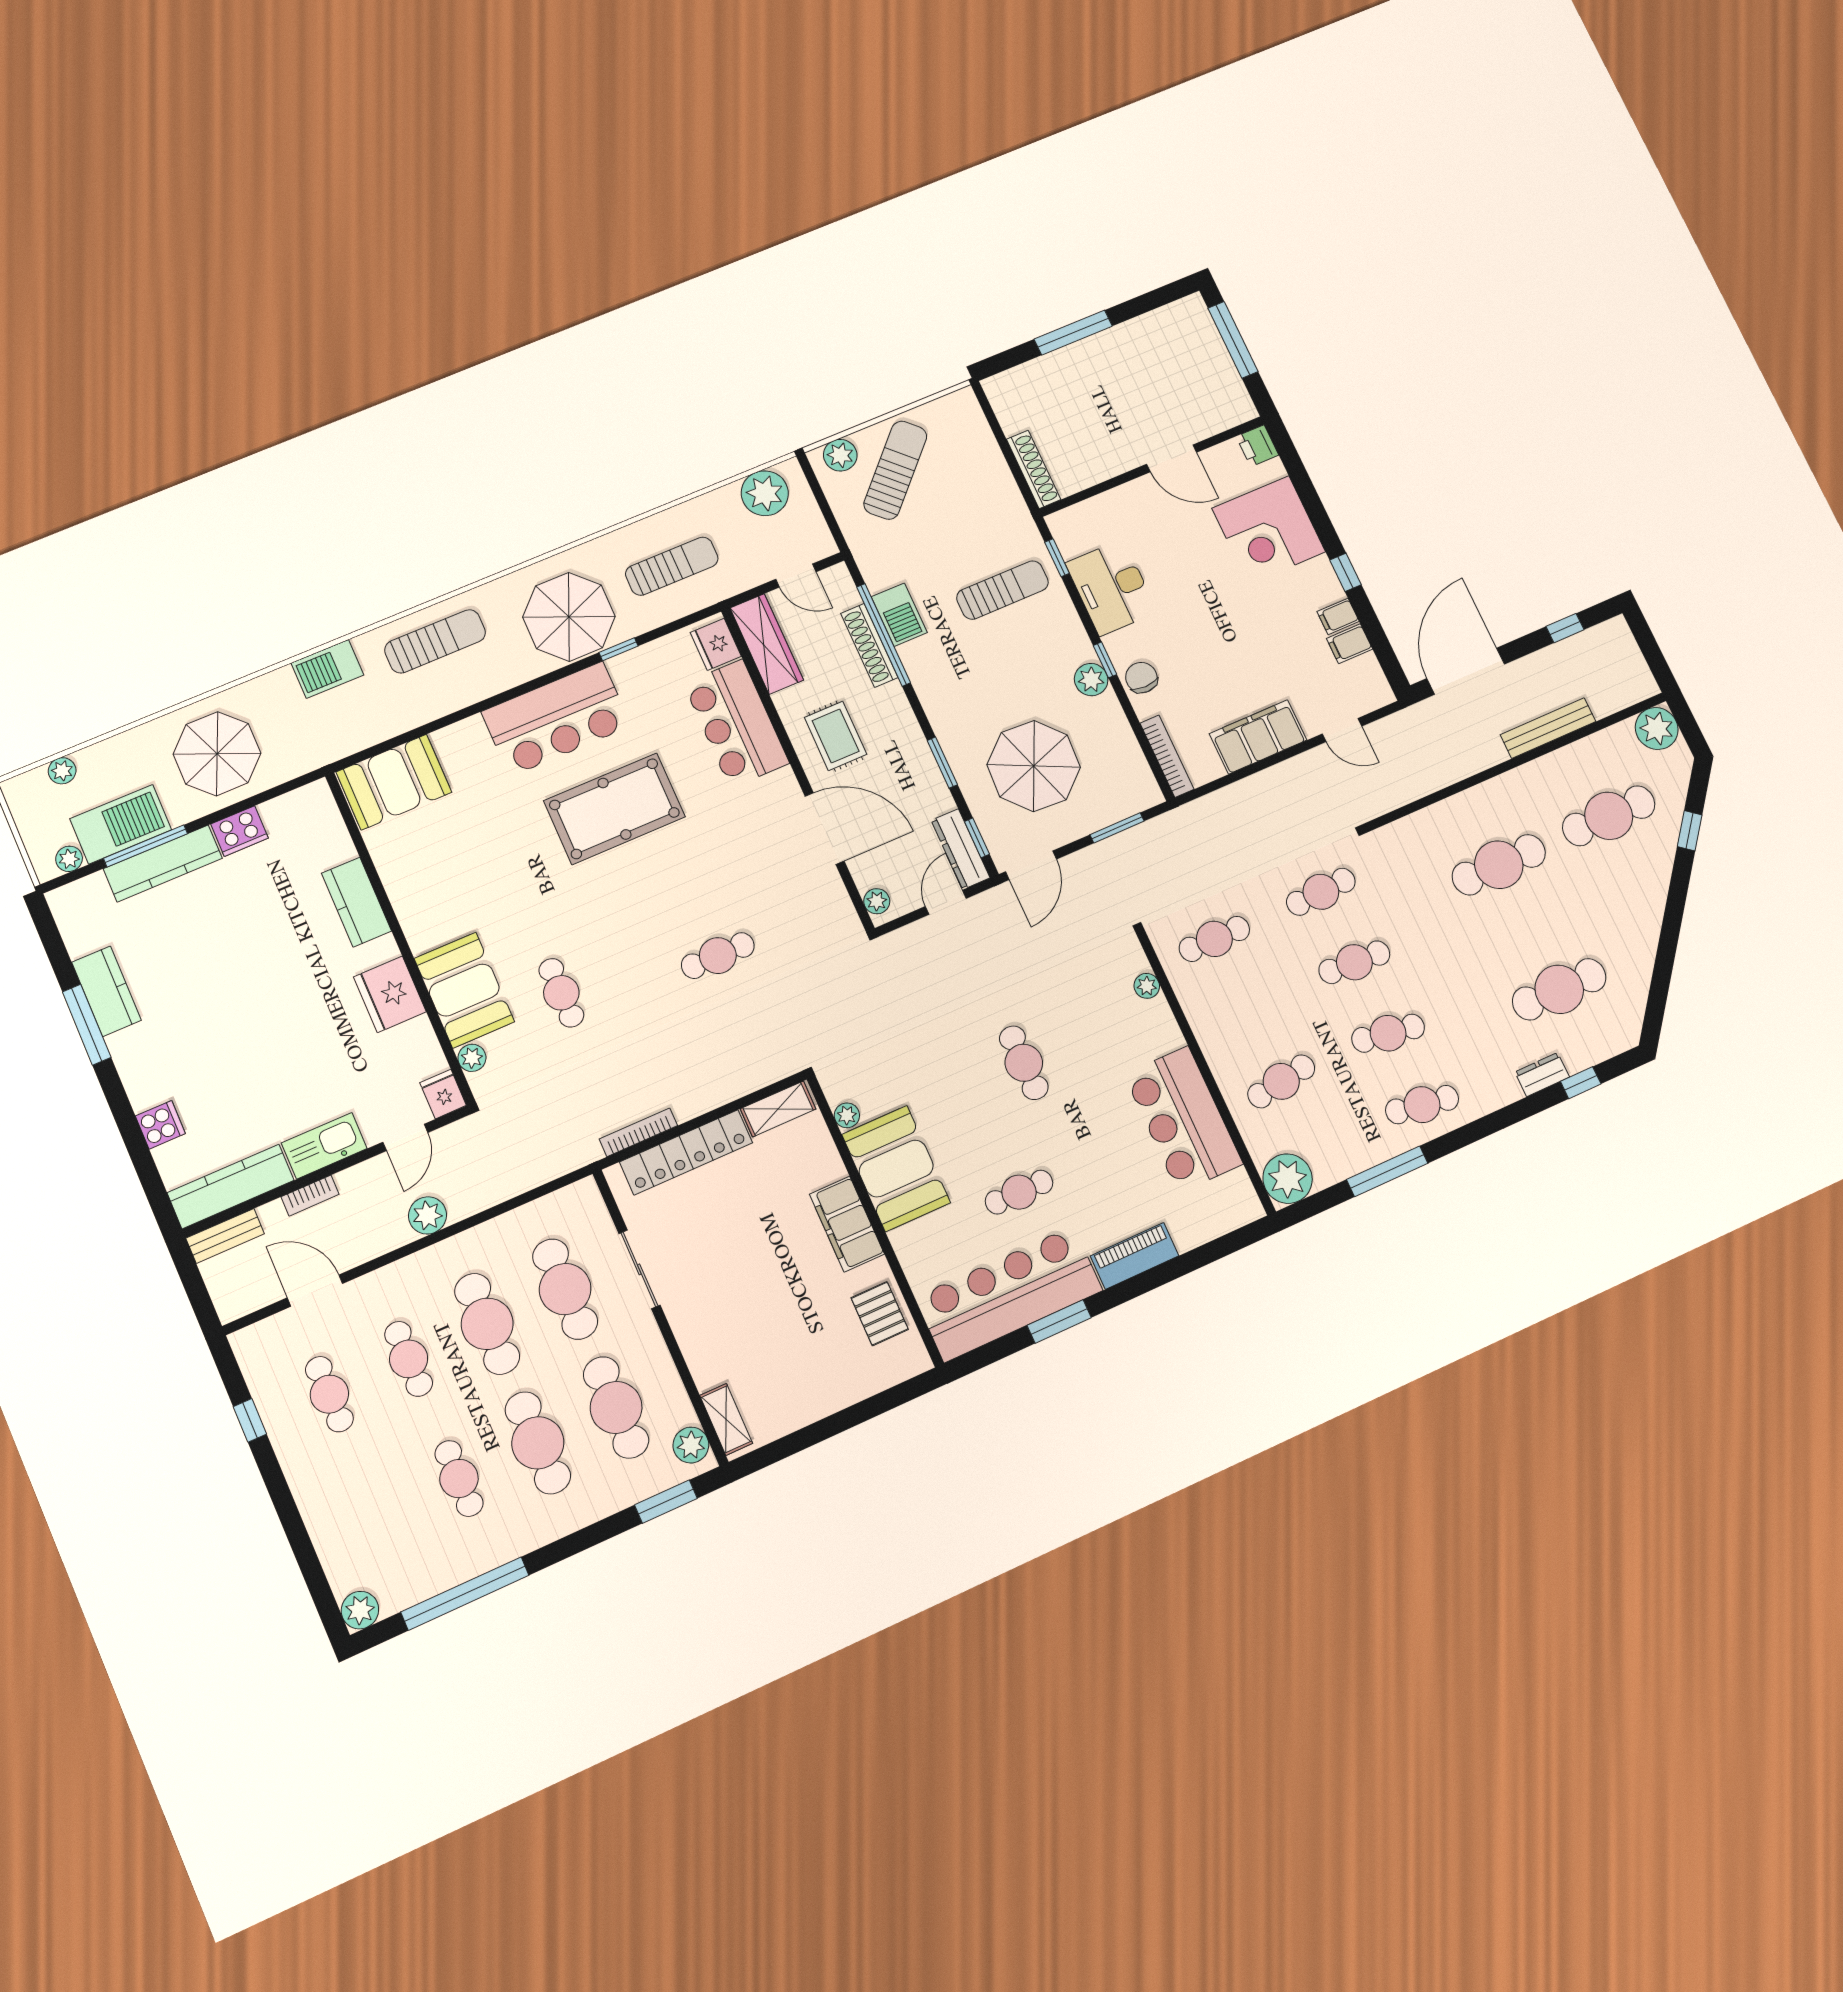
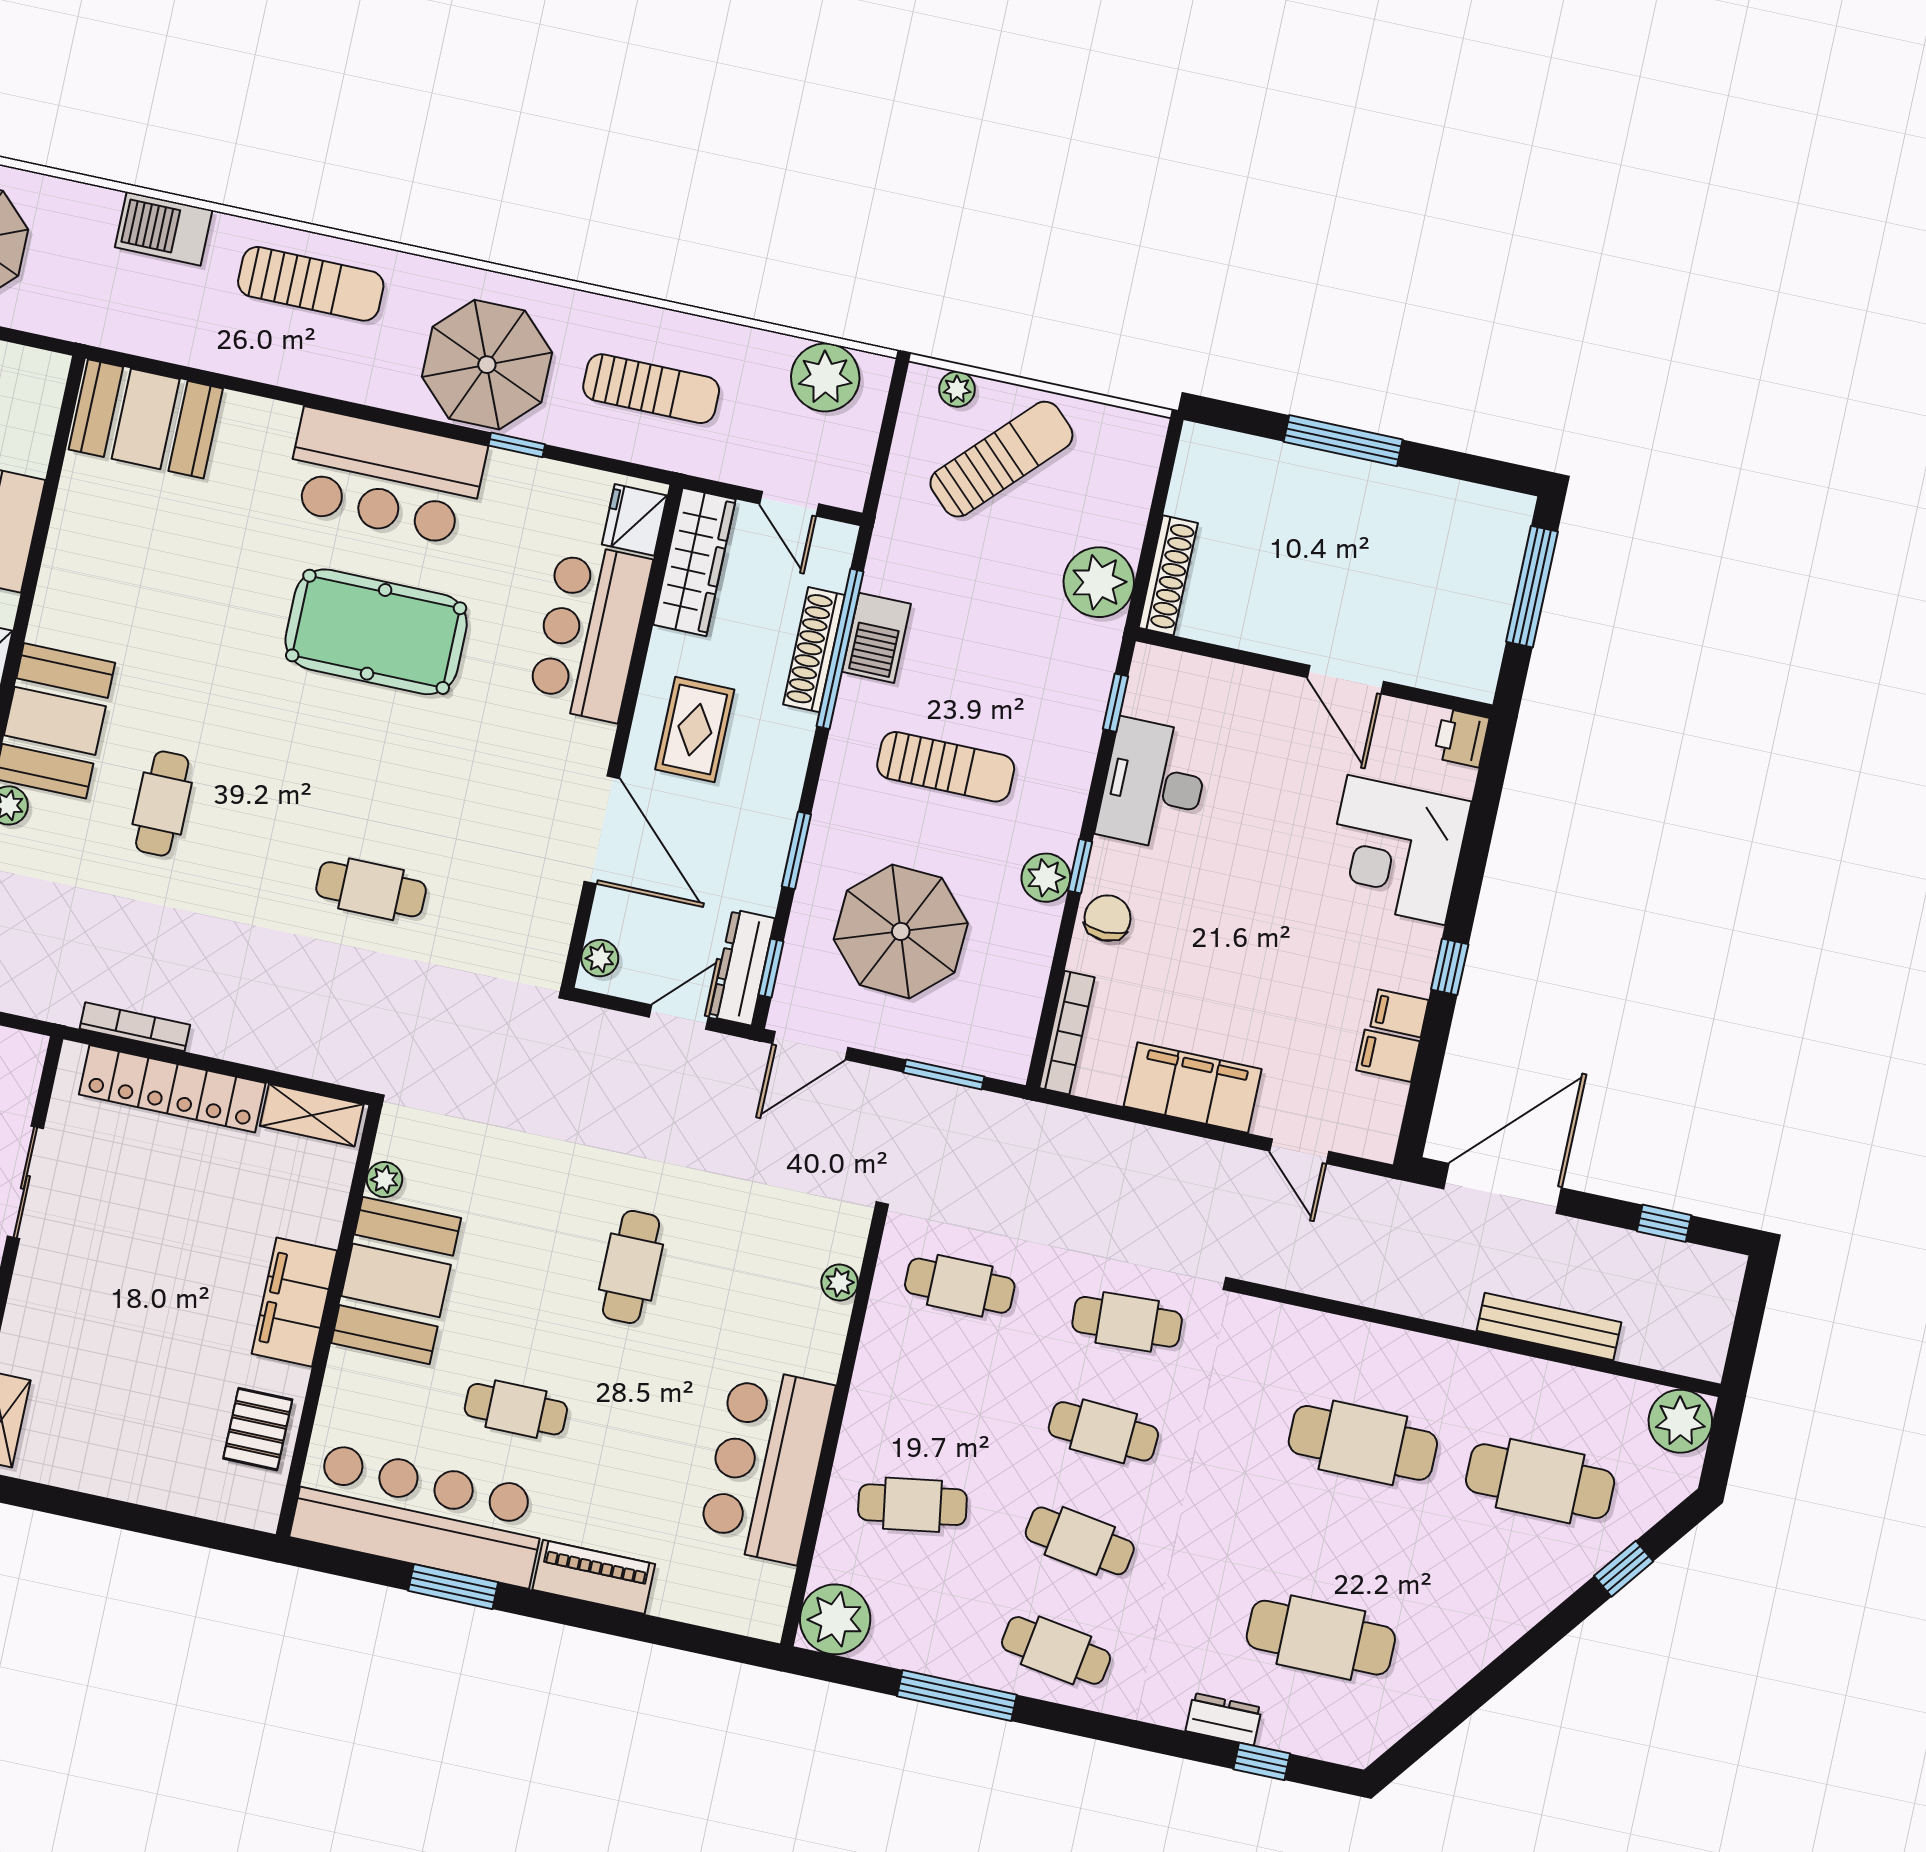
plant: (840, 455) -> (957, 389), width x0.73, depth x0.73
plant: (999, 499) -> (1099, 582), added
sun lounger: (1003, 590) -> (946, 767), moved

